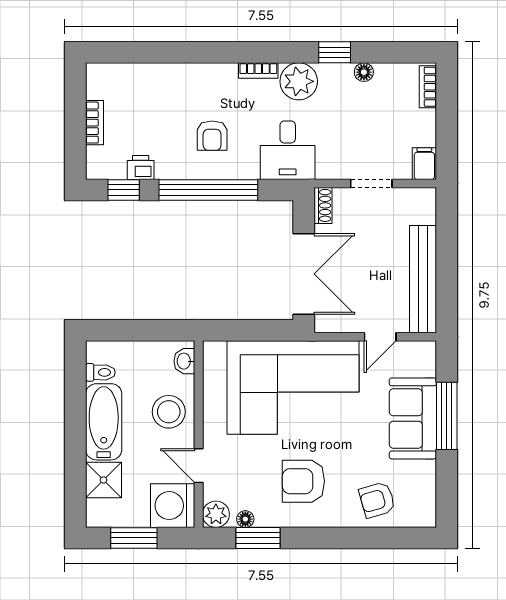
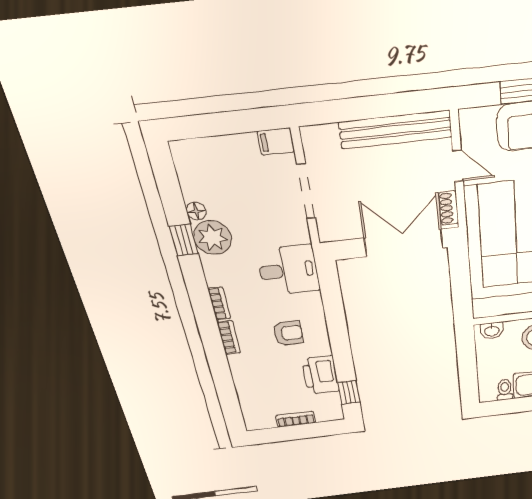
plant: (299, 81) -> (213, 238), moved
bookcase: (428, 87) -> (229, 338), moved, turned -90
printer: (141, 168) -> (321, 375), width x1.87, depth x1.48
doorway: (371, 183) -> (306, 191), width x1.38
window: (208, 190) -> (338, 330), removed
shoe rack: (323, 205) -> (449, 208), moved, turned -90

